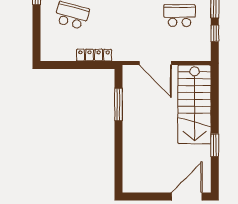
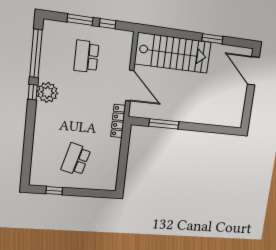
locker: (94, 55) -> (118, 121), moved
door: (155, 63) -> (130, 86), hinge flipped

